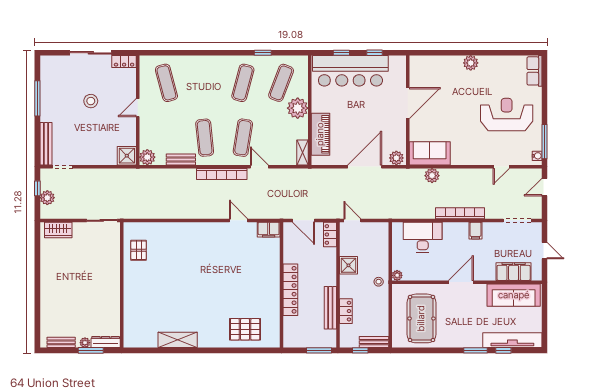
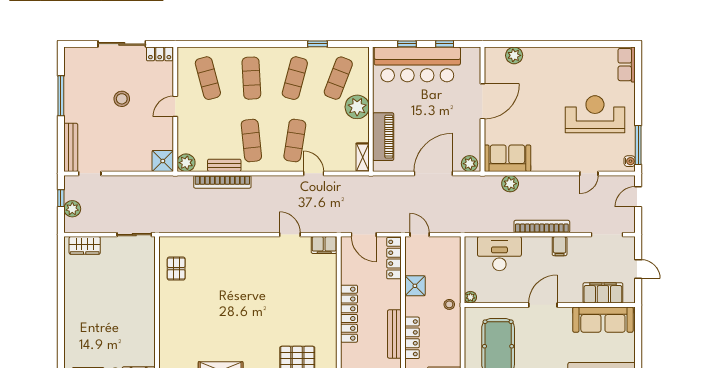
plant: (471, 63) -> (514, 55), moved
exercise mat: (205, 83) -> (251, 78), added
bookcase: (222, 174) -> (222, 182), moved
locker: (330, 234) -> (394, 258), width x1.53
locker: (346, 311) -> (412, 338), width x1.53

